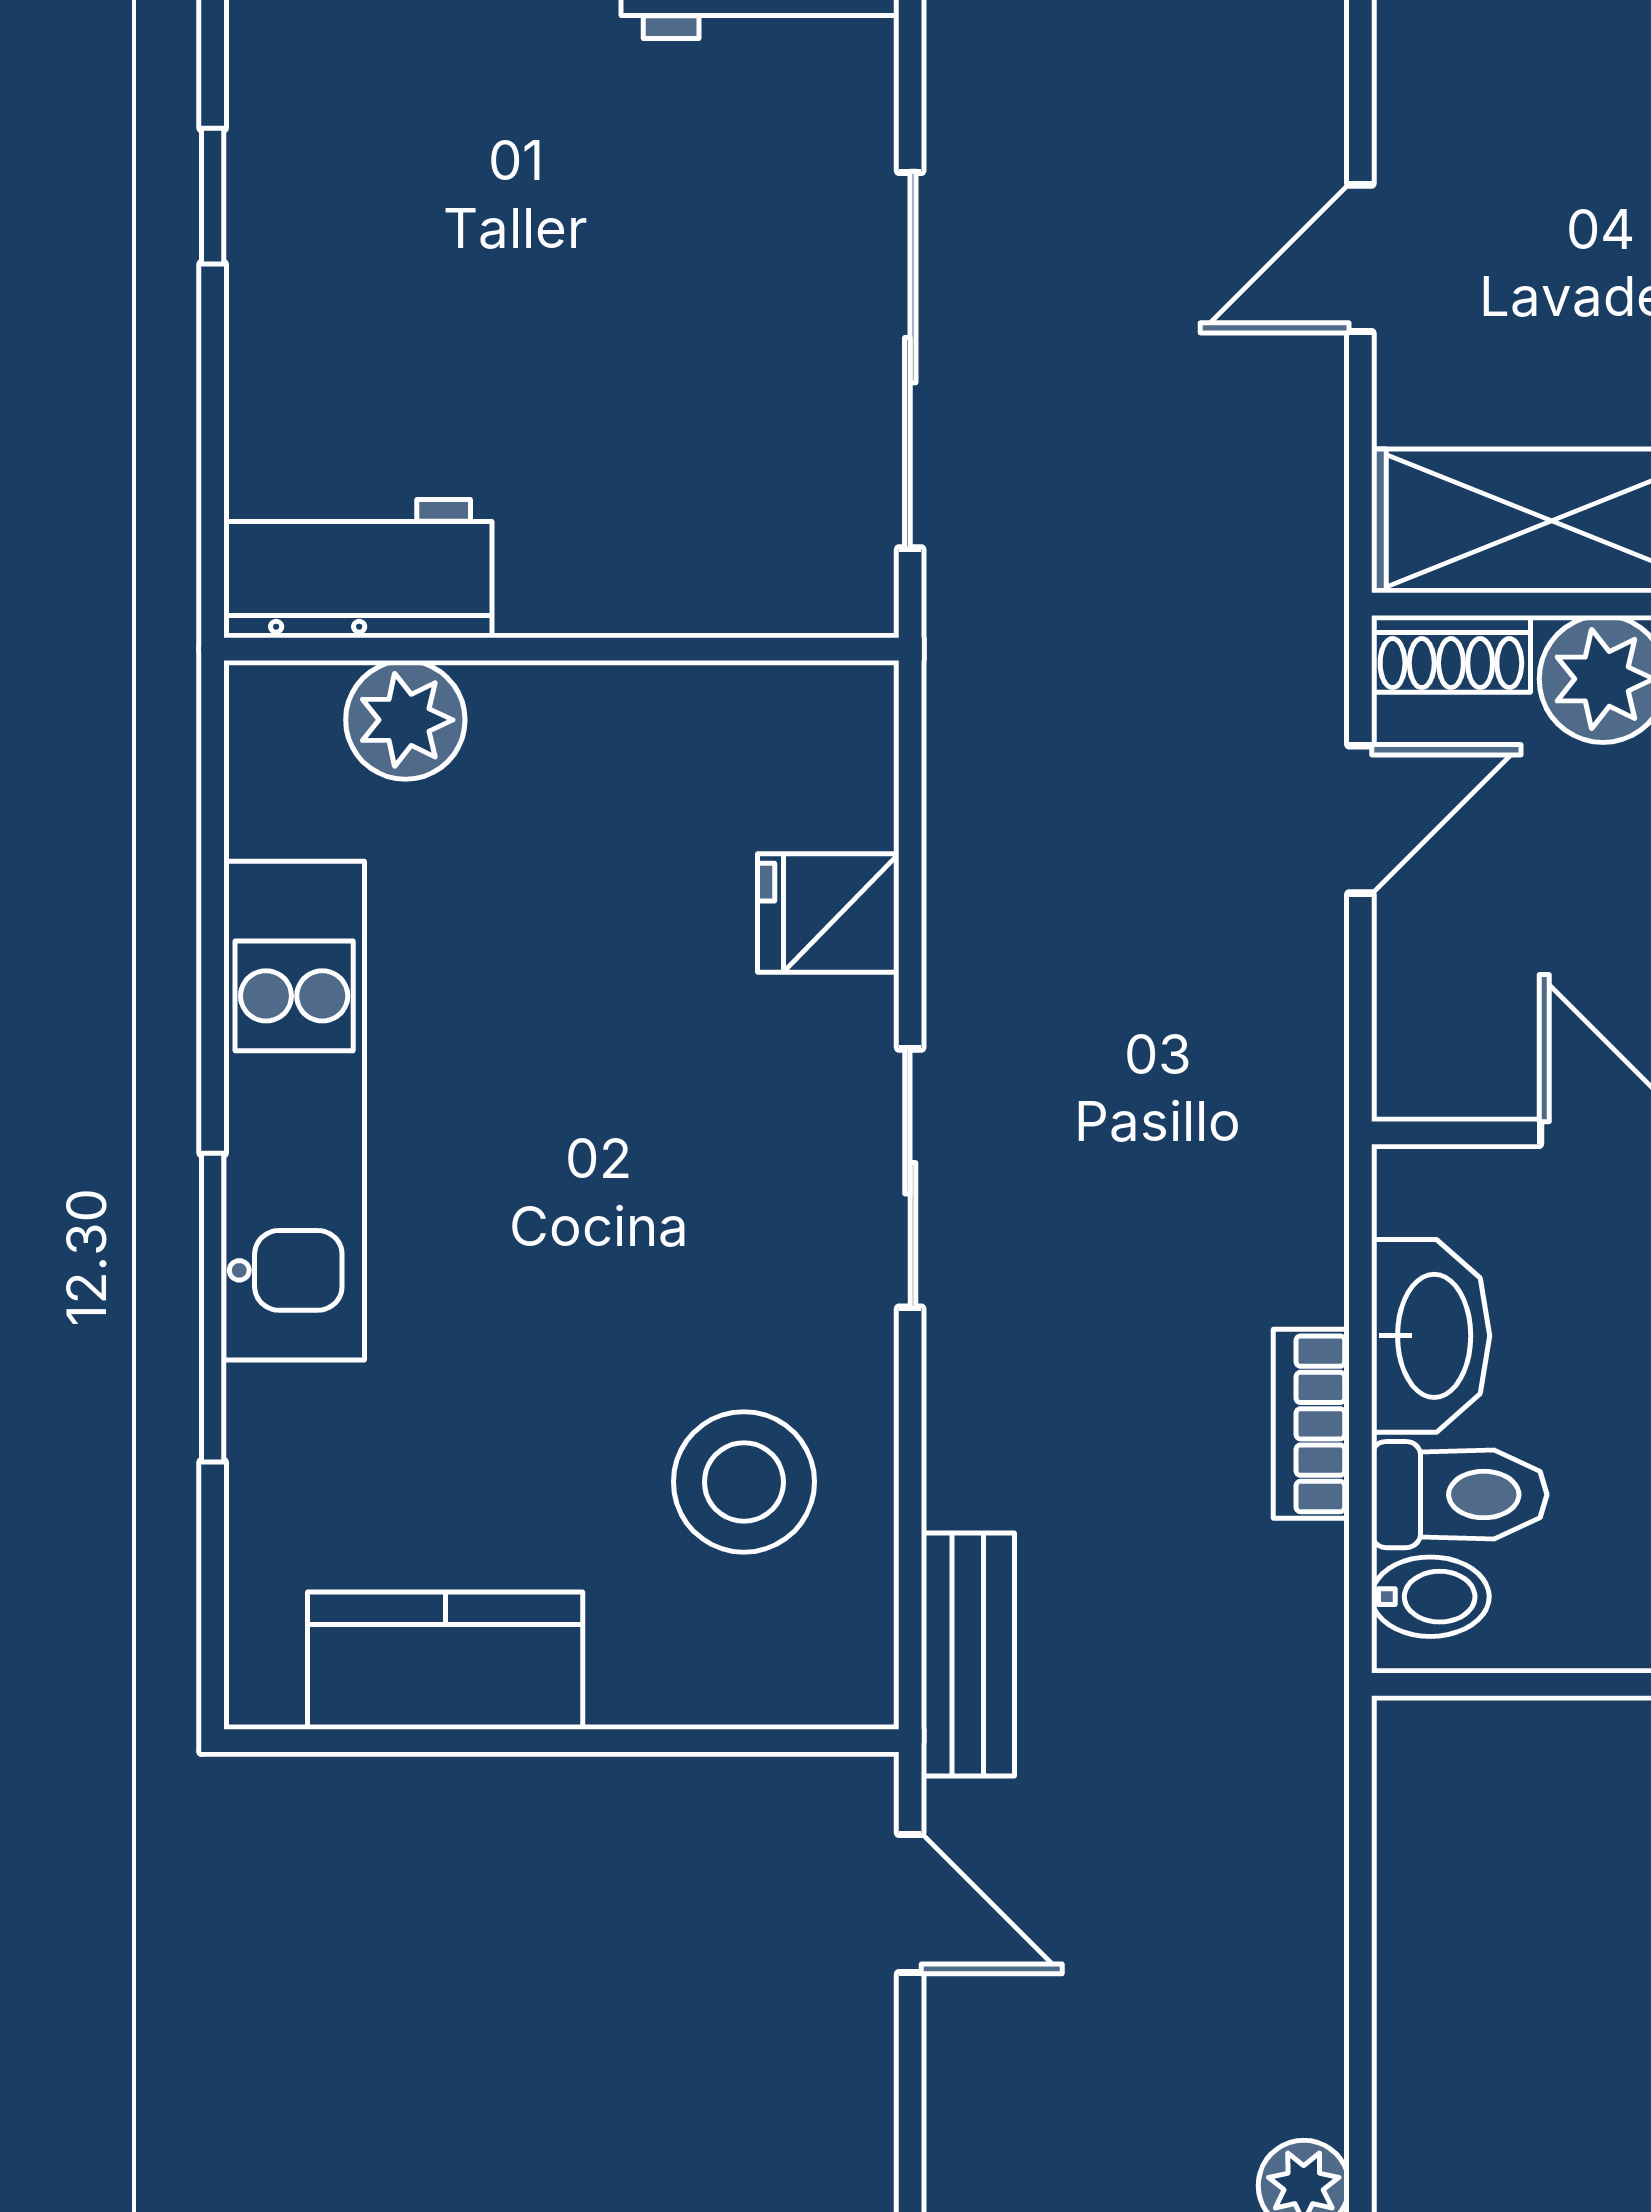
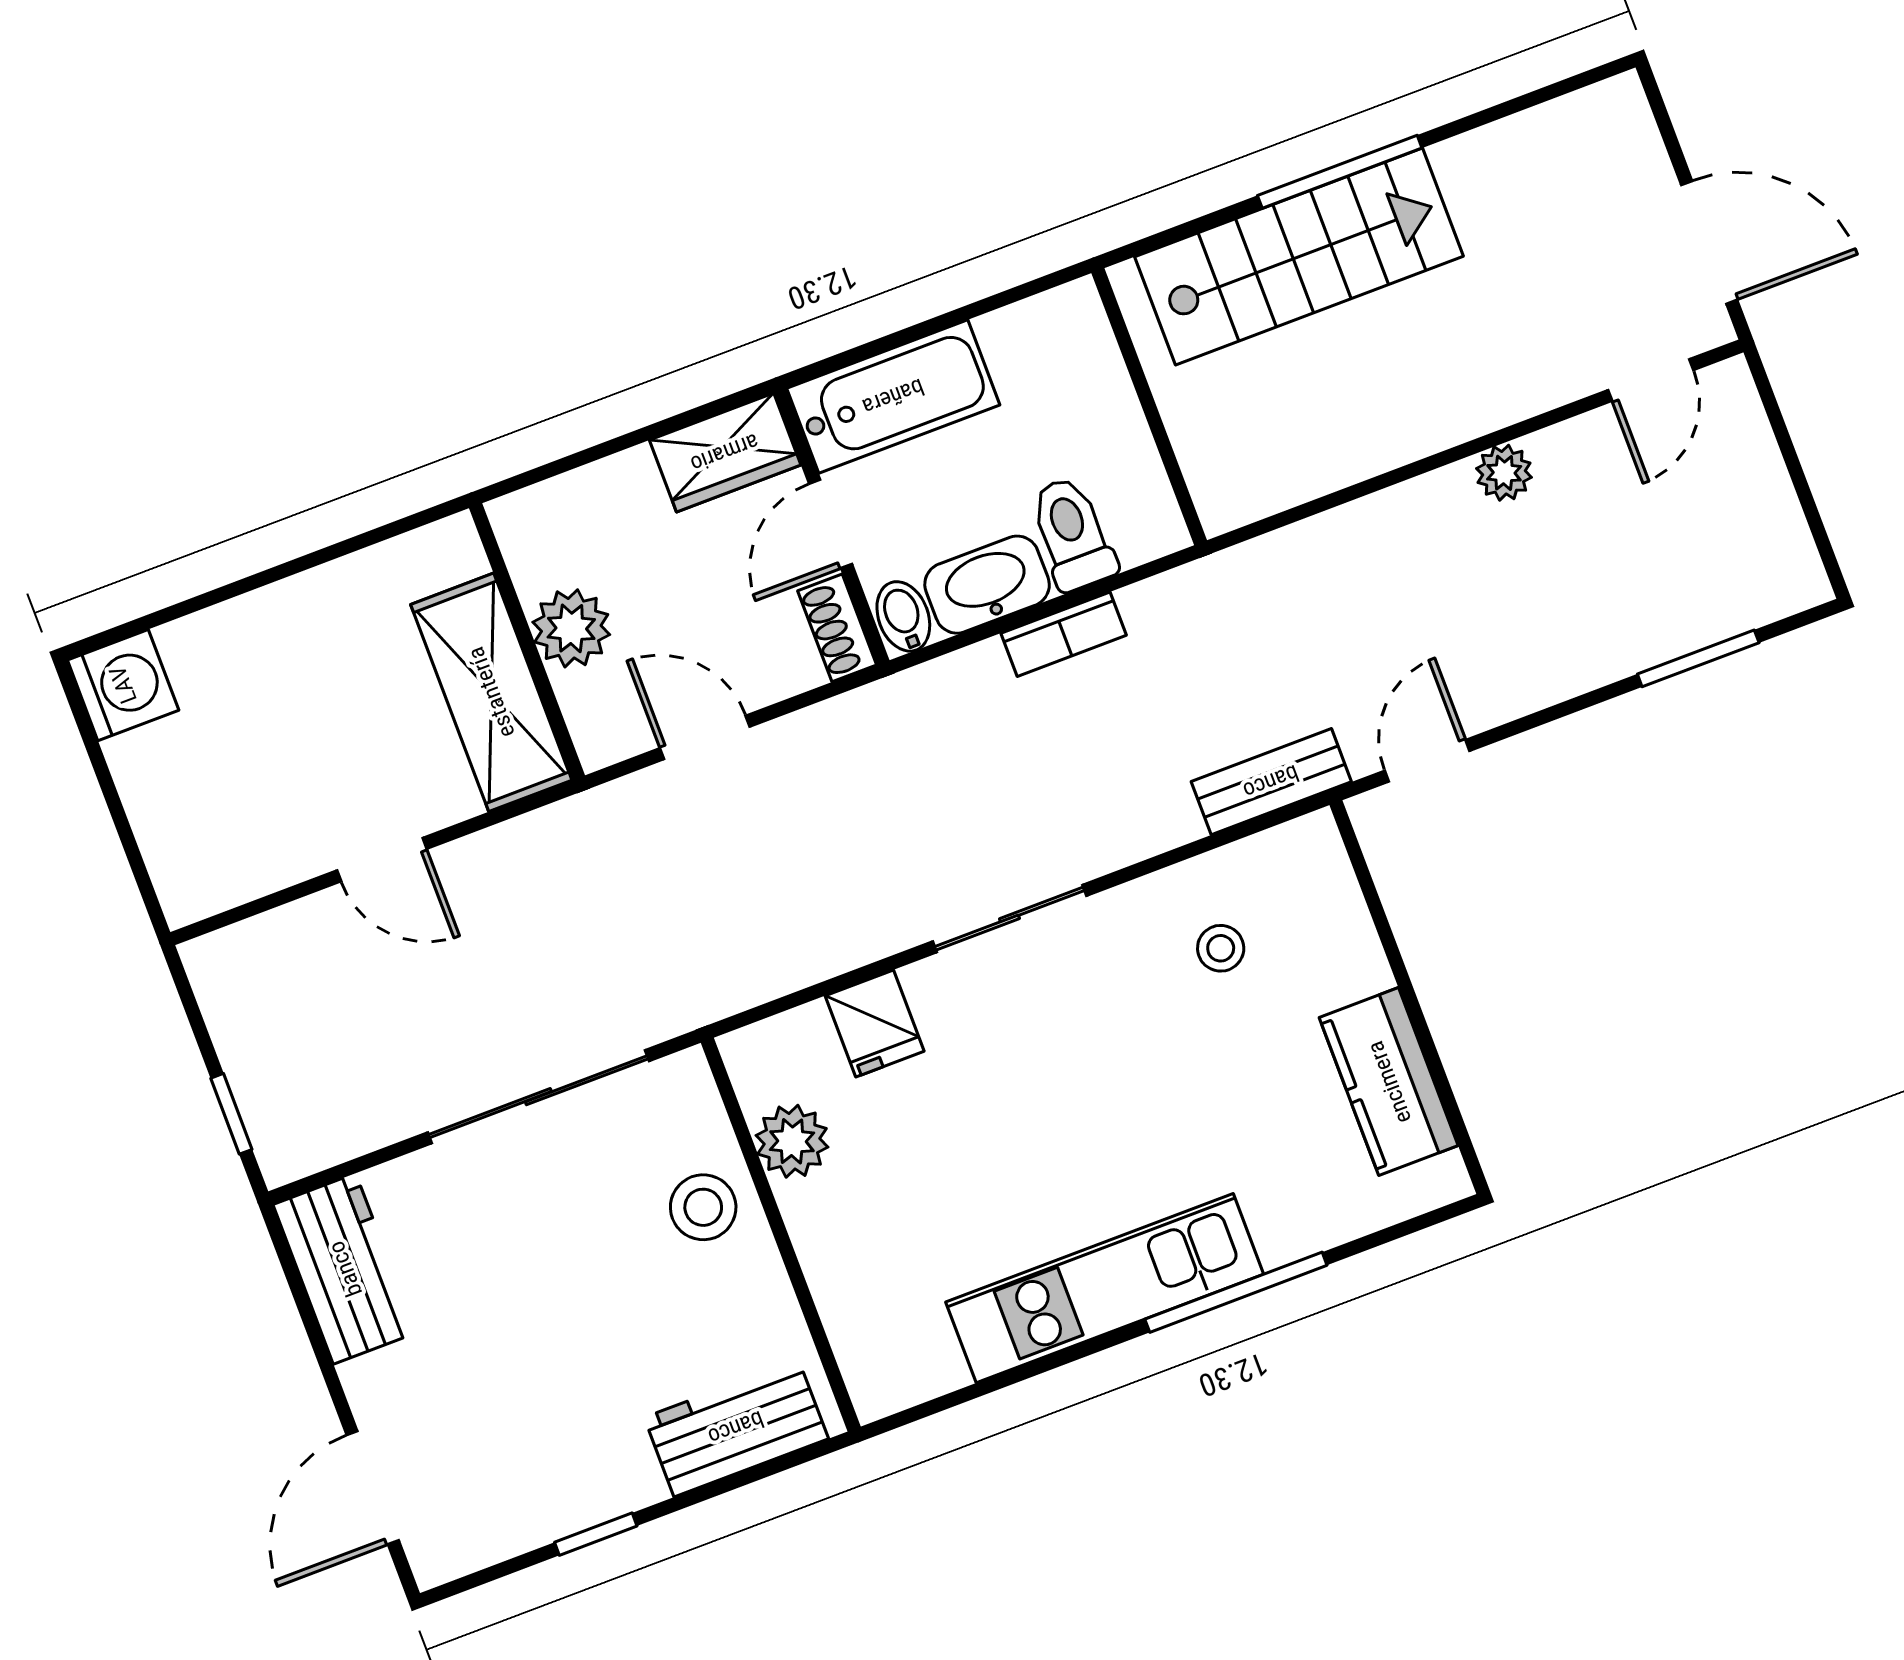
stool: (648, 547) -> (703, 1207), added
workbench: (358, 569) -> (736, 1428), moved, turned 90
shoe rack: (1451, 654) -> (837, 628), moved, turned 180
plant: (405, 720) -> (792, 1141), moved
stool: (744, 1482) -> (1221, 948), width x0.53, depth x0.53
bidet: (1430, 1597) -> (903, 616), moved

